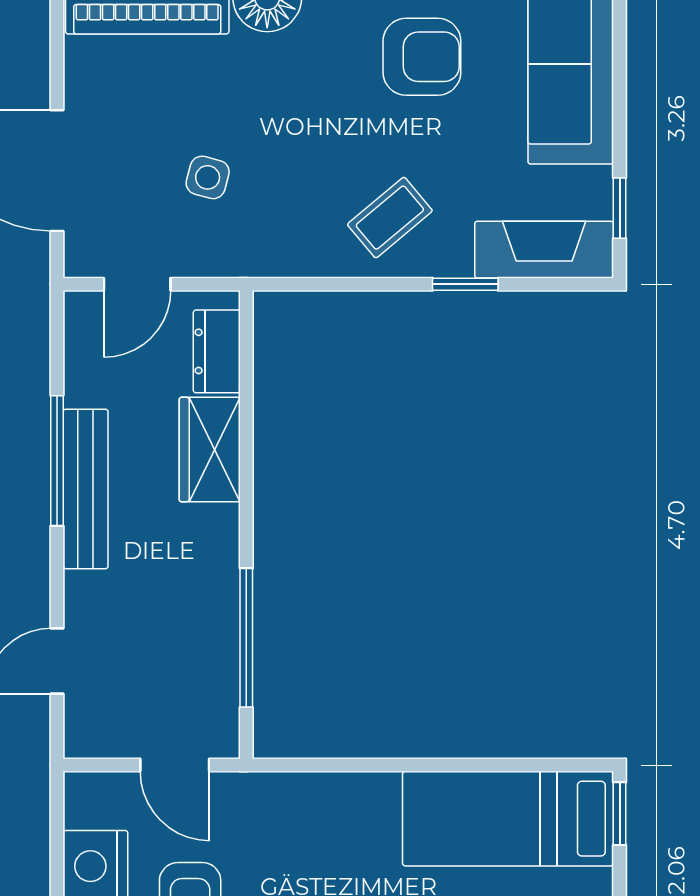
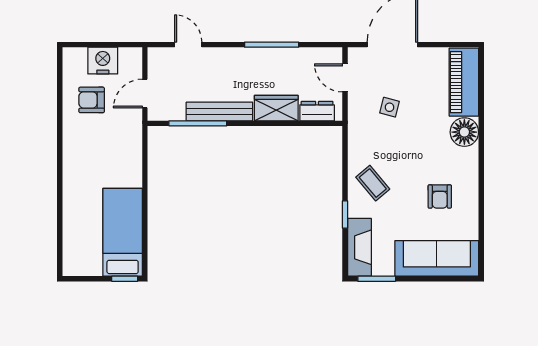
armchair: (422, 57) -> (440, 196), width x0.72, depth x0.72
window: (620, 208) -> (377, 279), width x1.50
bench: (86, 489) -> (219, 111), moved

